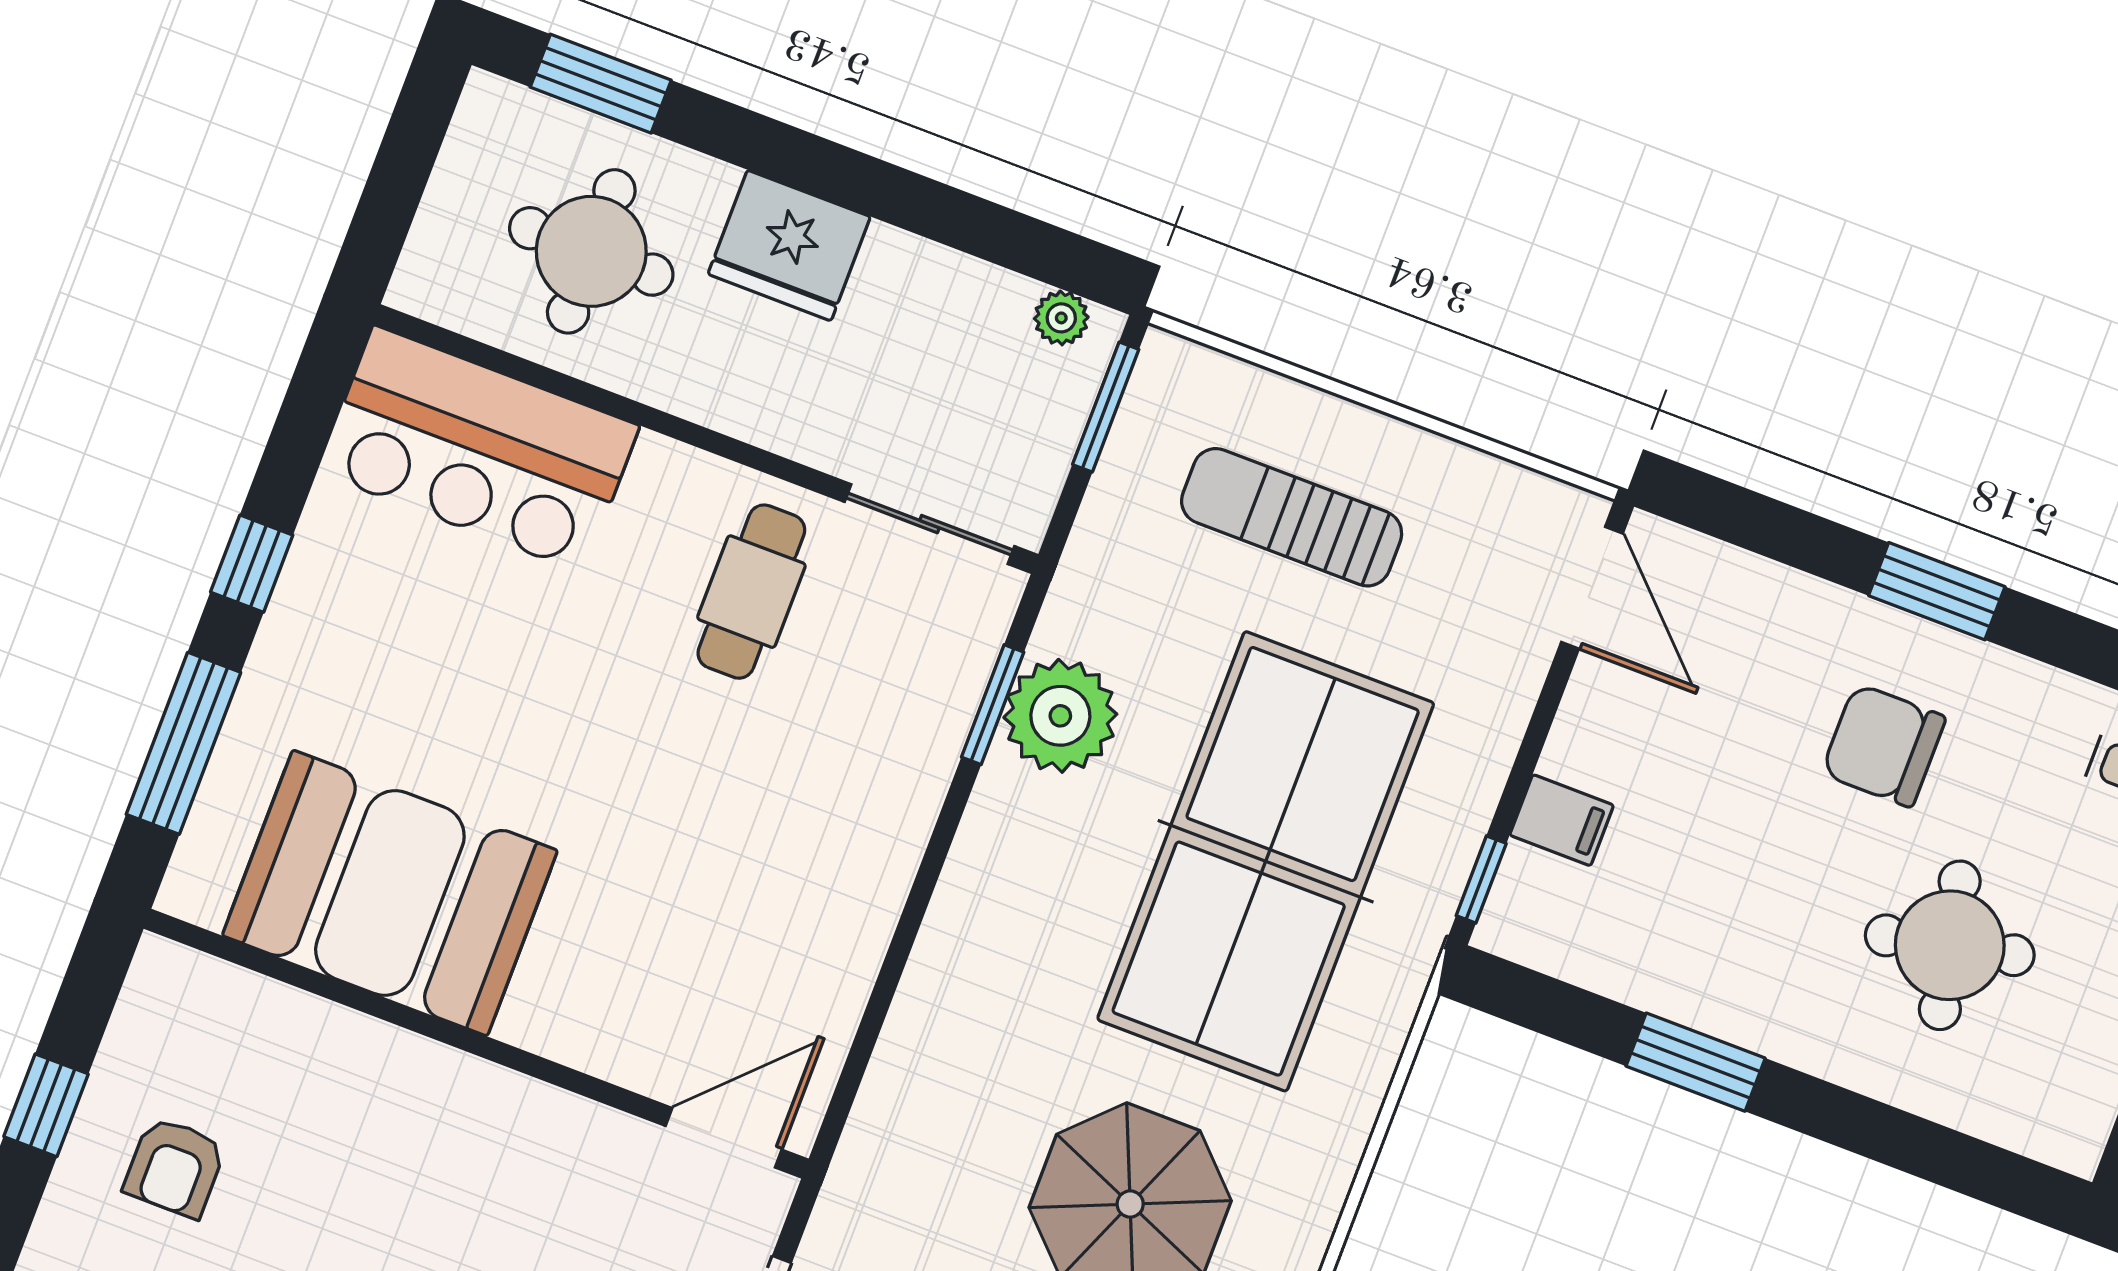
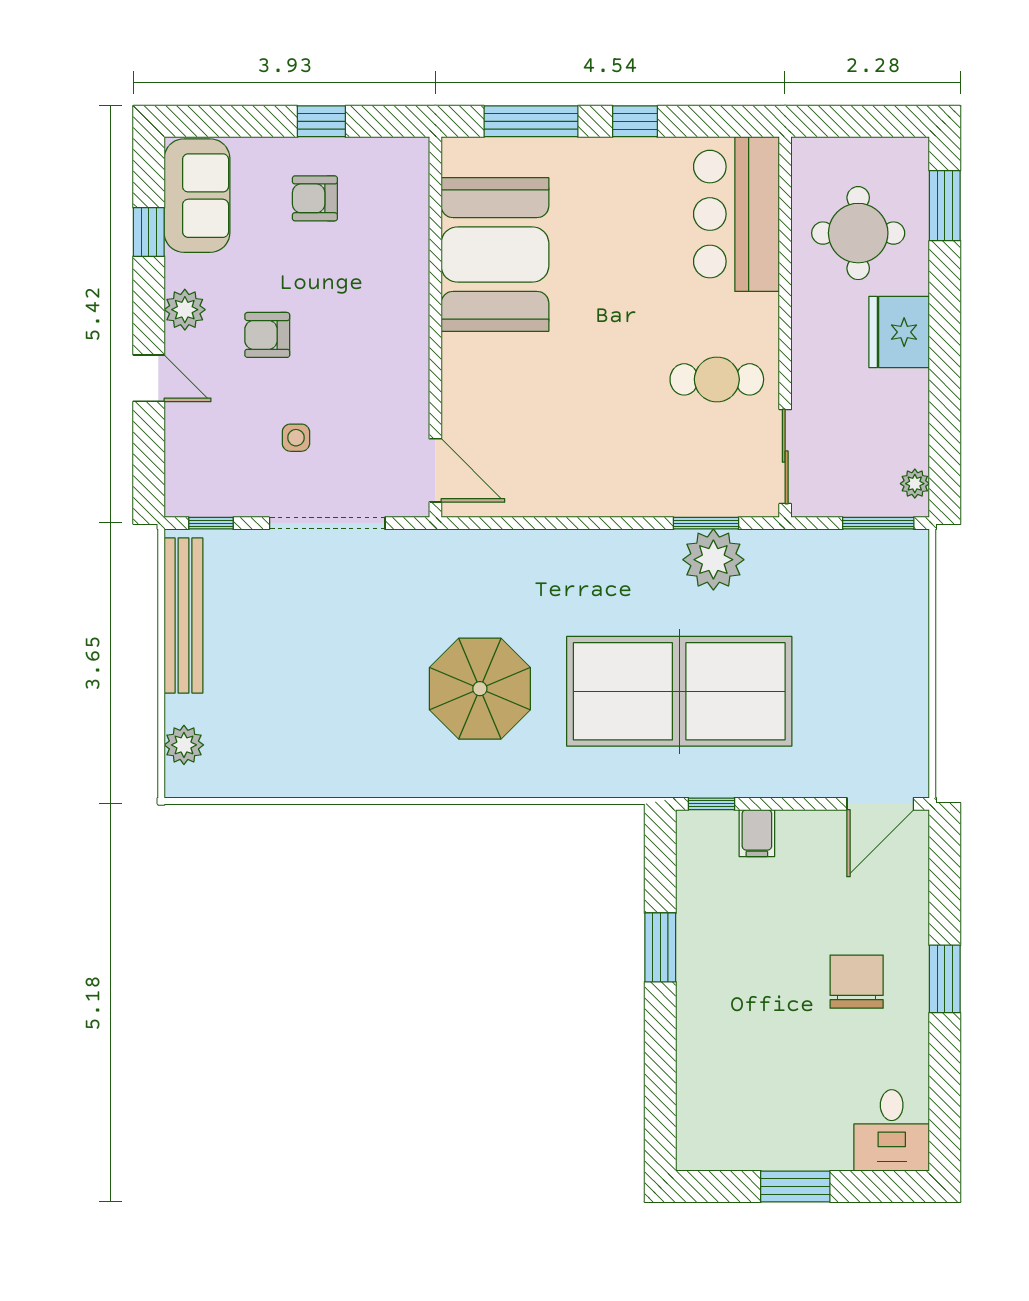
sun lounger: (1292, 517) -> (858, 638), removed
round table: (1950, 945) -> (768, 1054), removed

